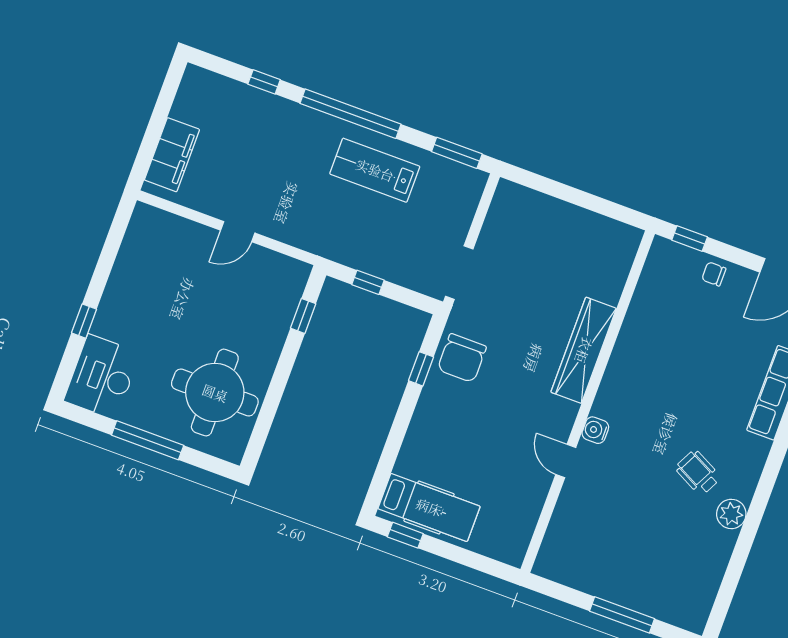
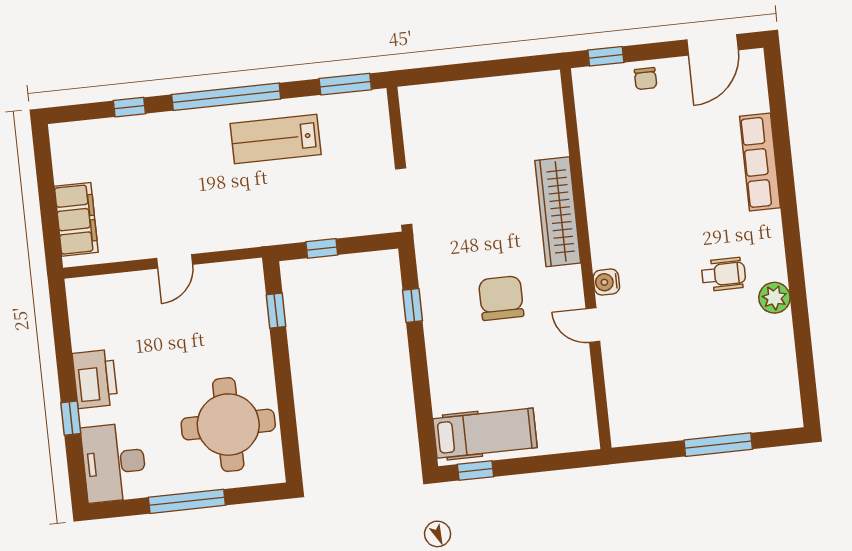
chair: (714, 274) -> (646, 79), turned -90
printer: (121, 298) -> (95, 379), added
chair: (462, 358) -> (501, 298), moved, turned 180
wheelchair: (698, 473) -> (724, 274), turned 153

